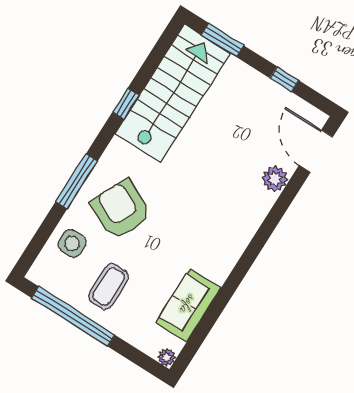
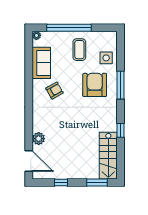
stairs: (173, 93) -> (108, 156), width x0.73, depth x0.66
armchair: (121, 210) -> (95, 85), turned -116
armchair: (196, 244) -> (54, 91), added
window: (73, 316) -> (69, 28), moved

